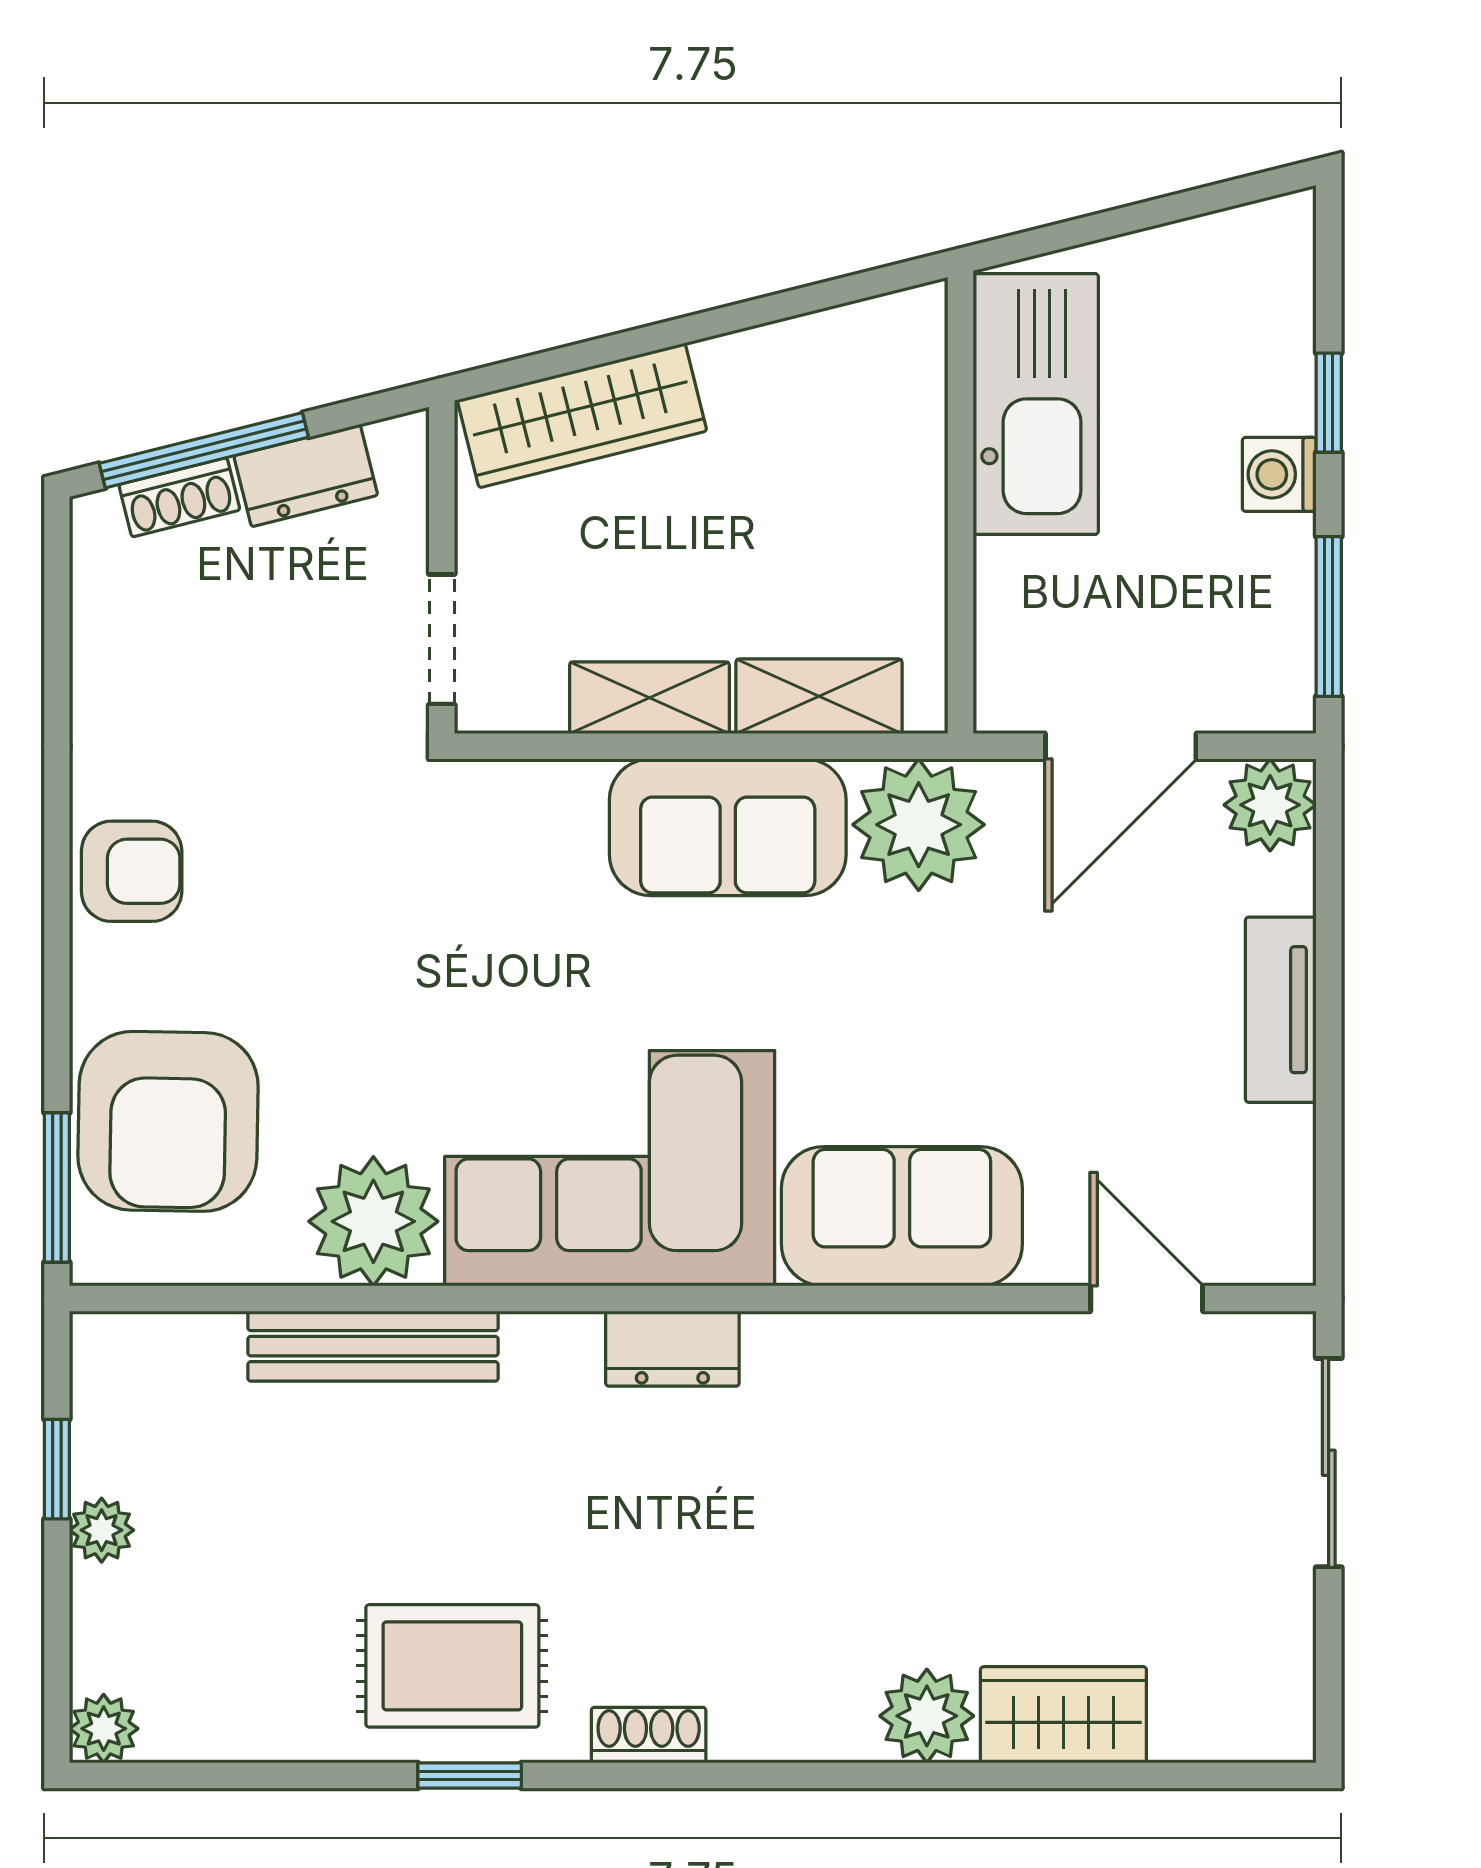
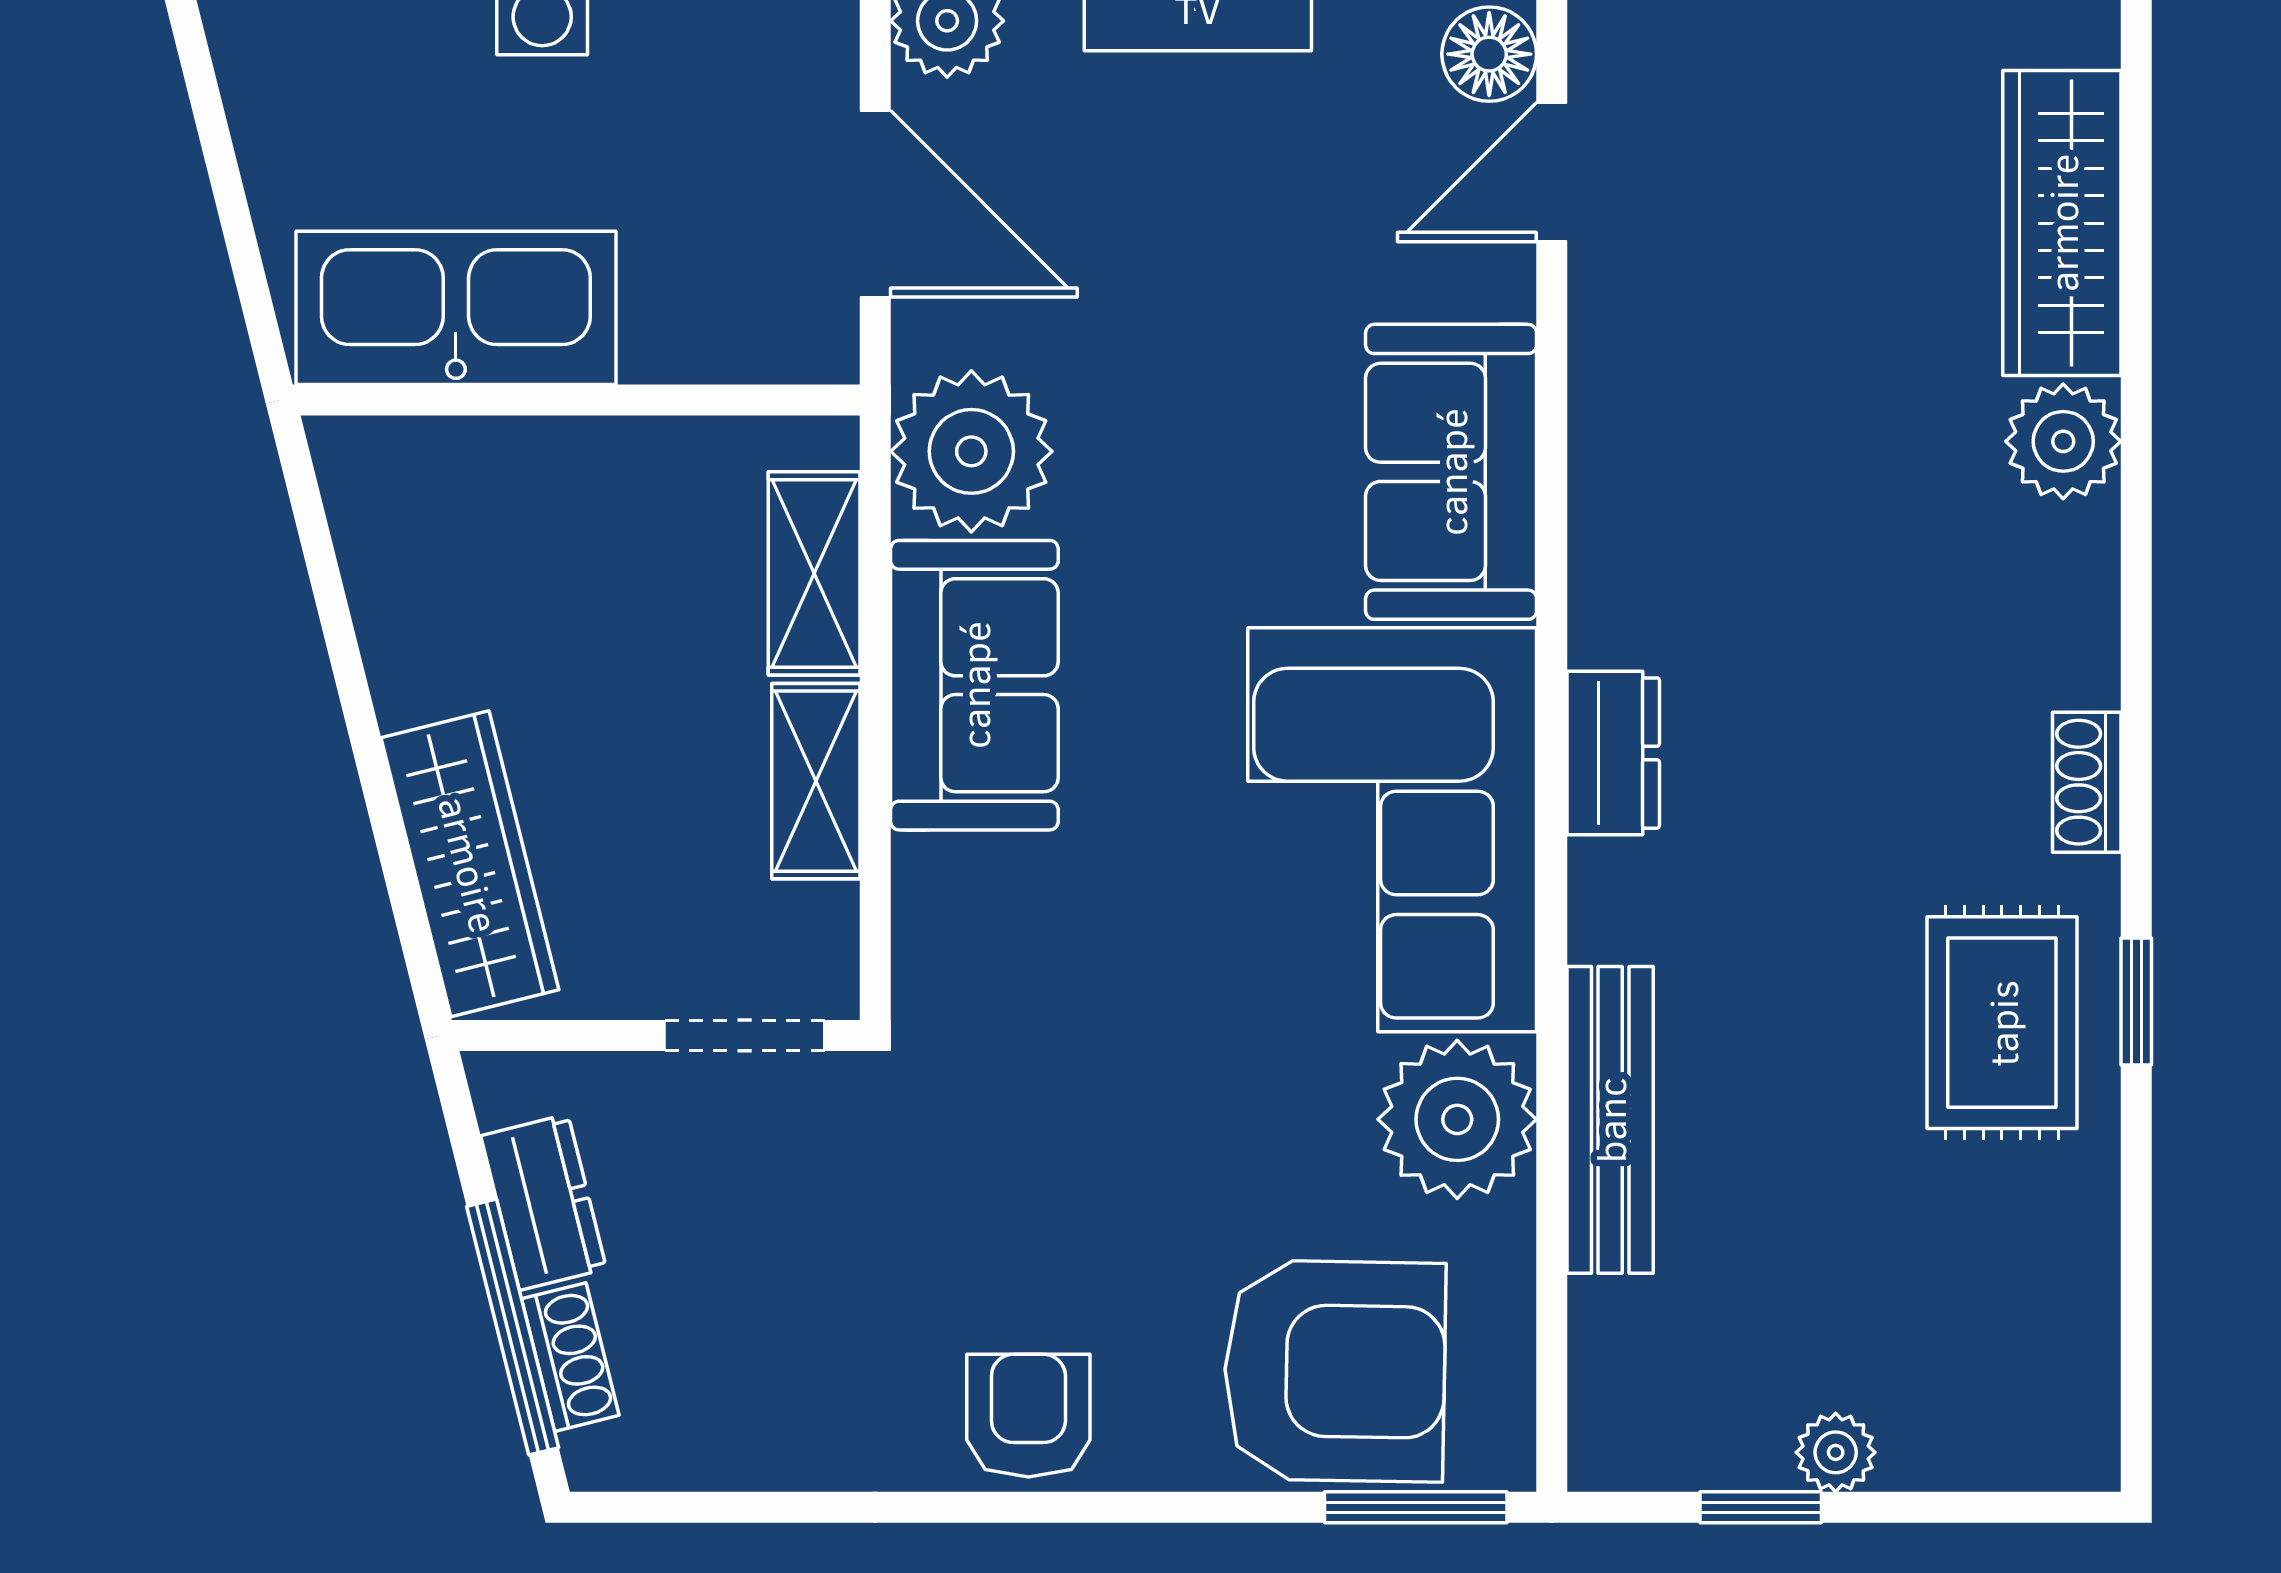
floor lamp: (1243, 1247) -> (1489, 54), added
wardrobe: (1063, 1715) -> (2062, 223), width x1.50
plant: (104, 1729) -> (2079, 1450), removed

